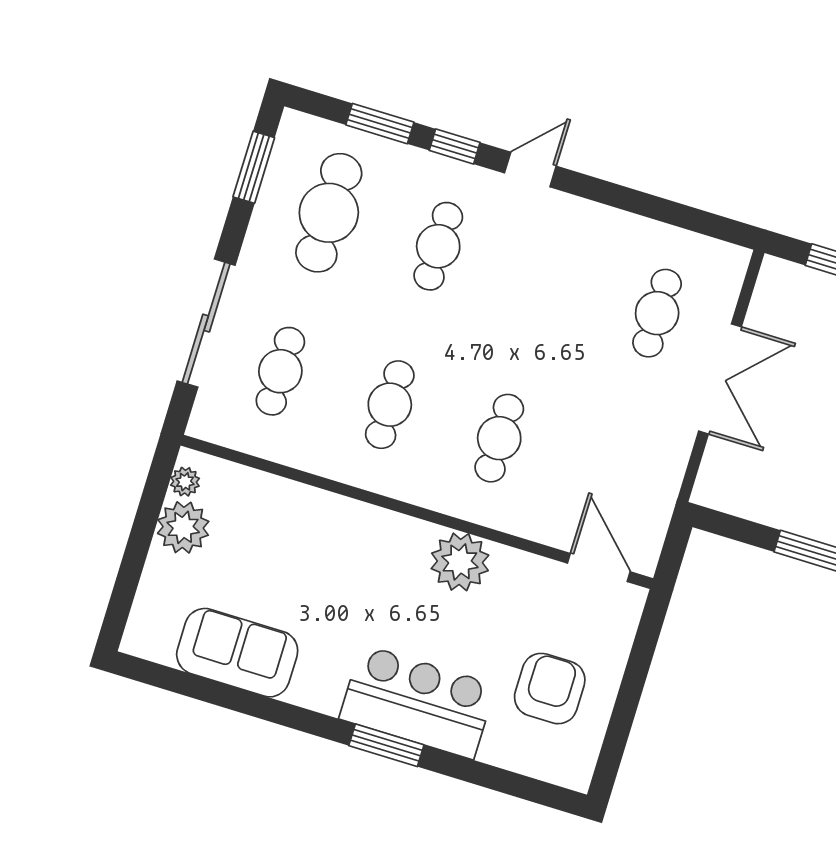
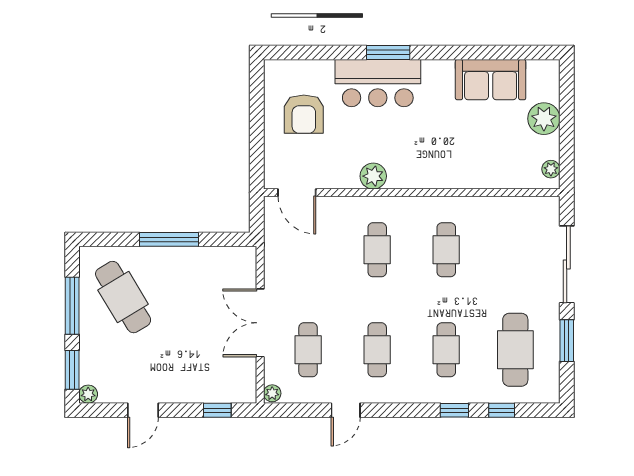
window: (380, 124) -> (502, 410), width x0.67
window: (254, 167) -> (567, 341), moved
door: (530, 170) -> (346, 410), moved
plant: (735, 262) -> (272, 393), added
cafe table: (280, 371) -> (377, 350), moved
plant: (183, 527) -> (544, 119), moved
plant: (460, 562) -> (373, 176), width x0.73, depth x0.73

